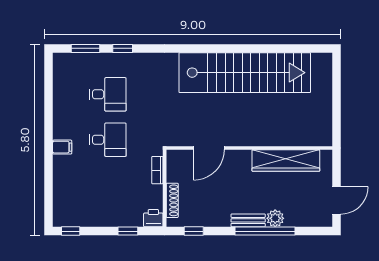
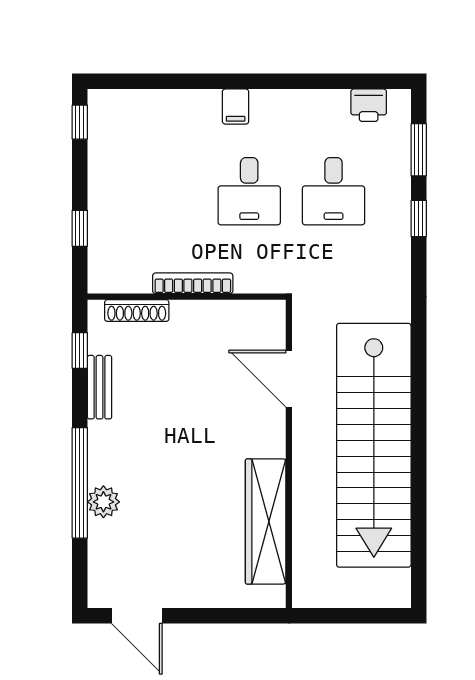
door: (209, 148) -> (289, 379), moved
wall: (249, 148) -> (289, 454), moved
wardrobe: (286, 161) -> (266, 522), moved
bookcase: (157, 170) -> (193, 283), width x1.56
printer: (153, 218) -> (369, 105), moved, turned 90
bench: (248, 220) -> (100, 387), moved

